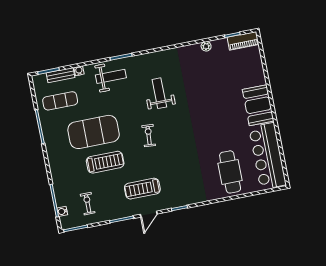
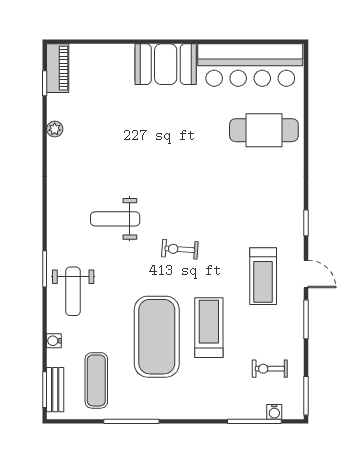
bench: (60, 75) -> (55, 390), moved
weight bench: (111, 76) -> (73, 291), turned 180

